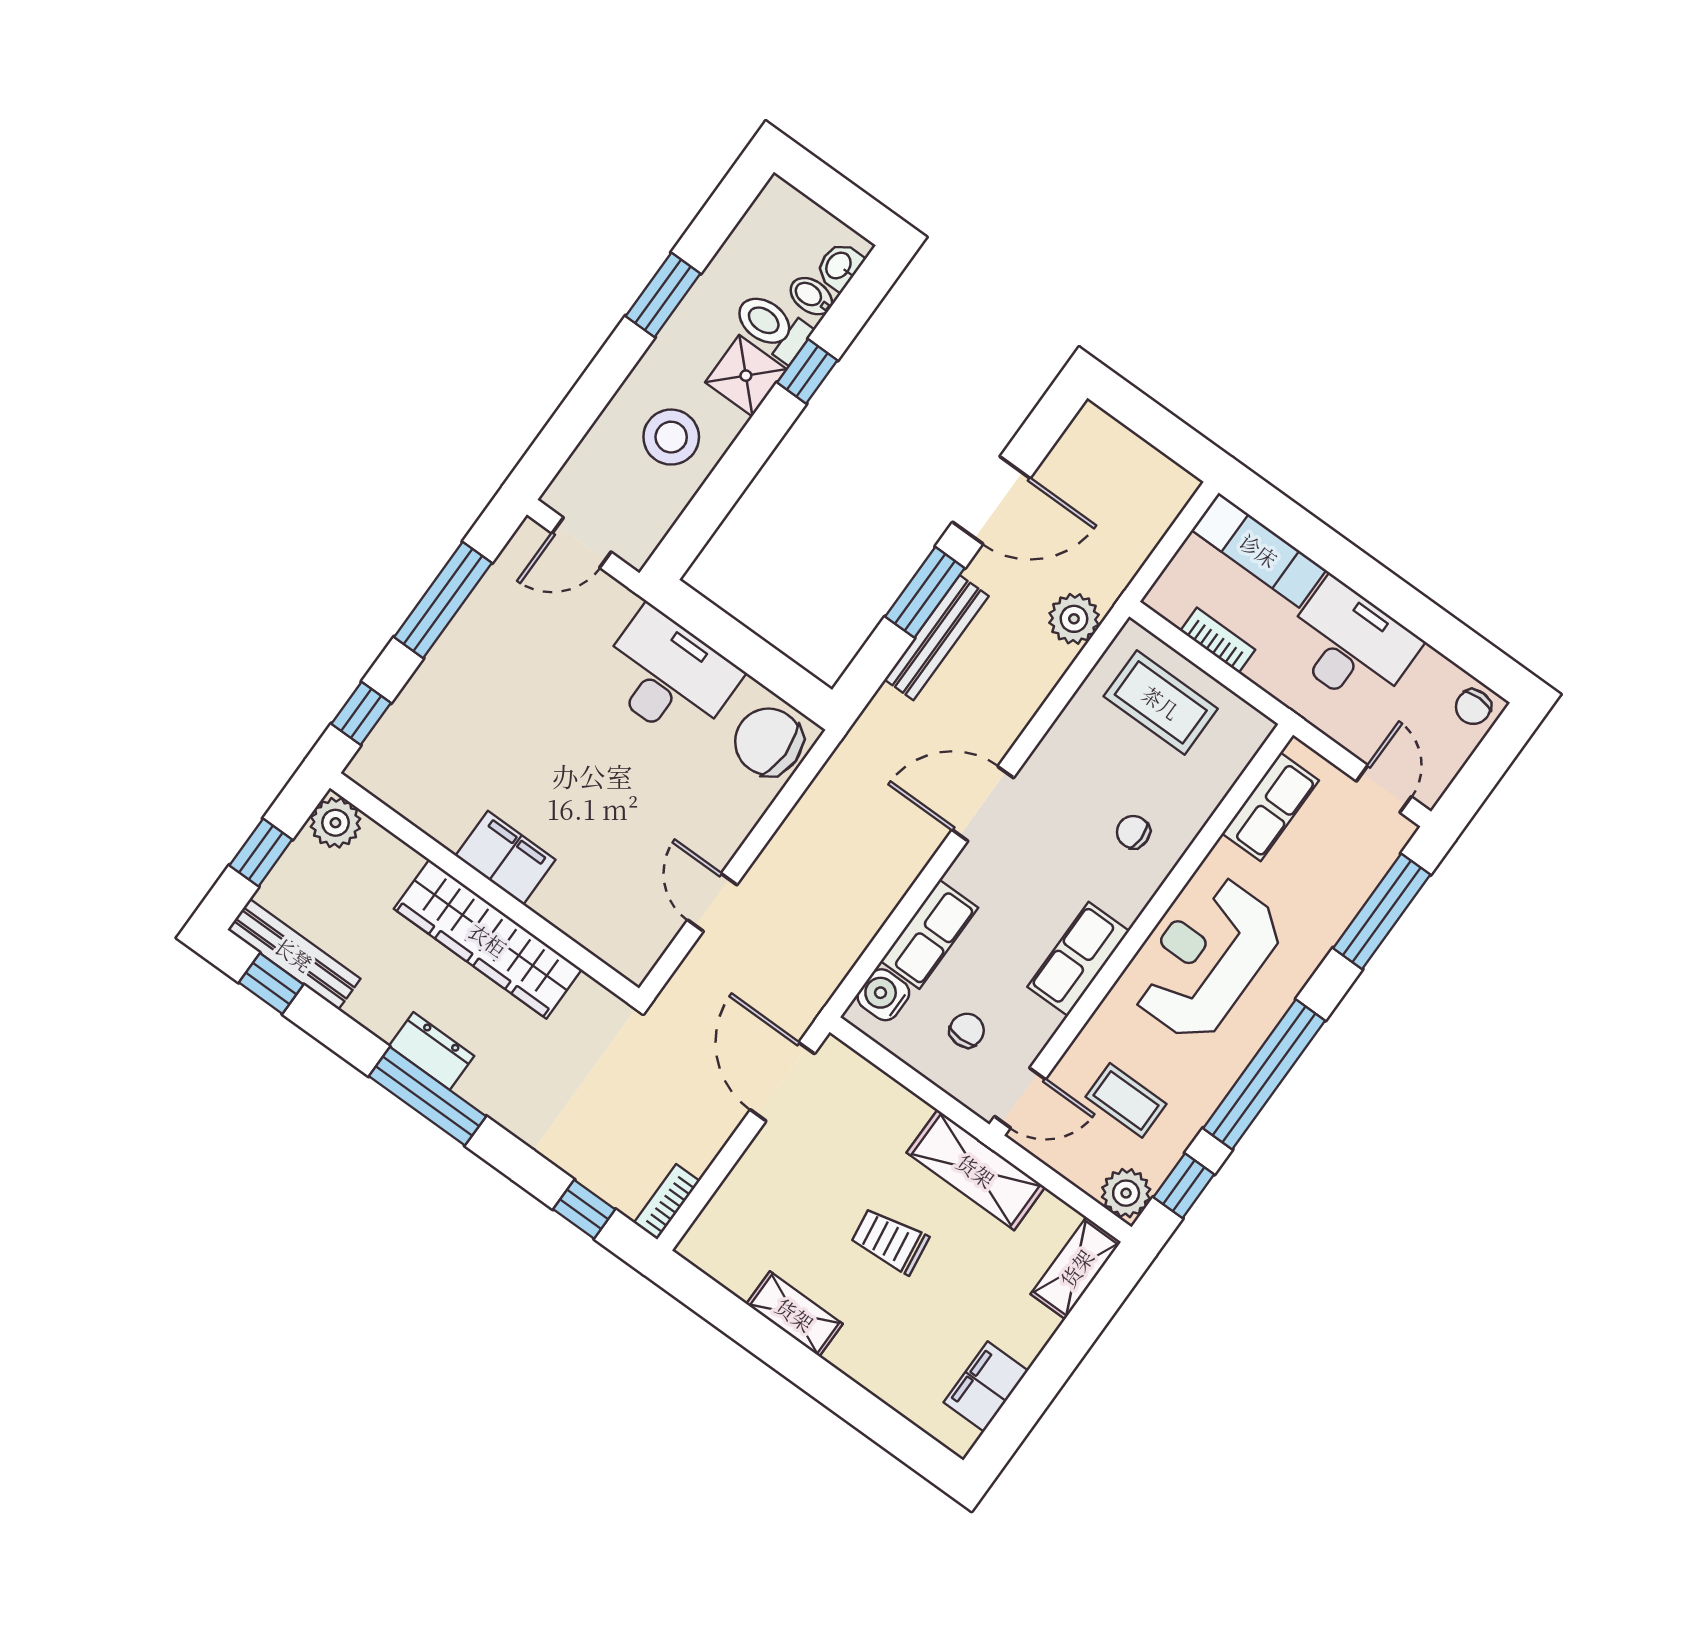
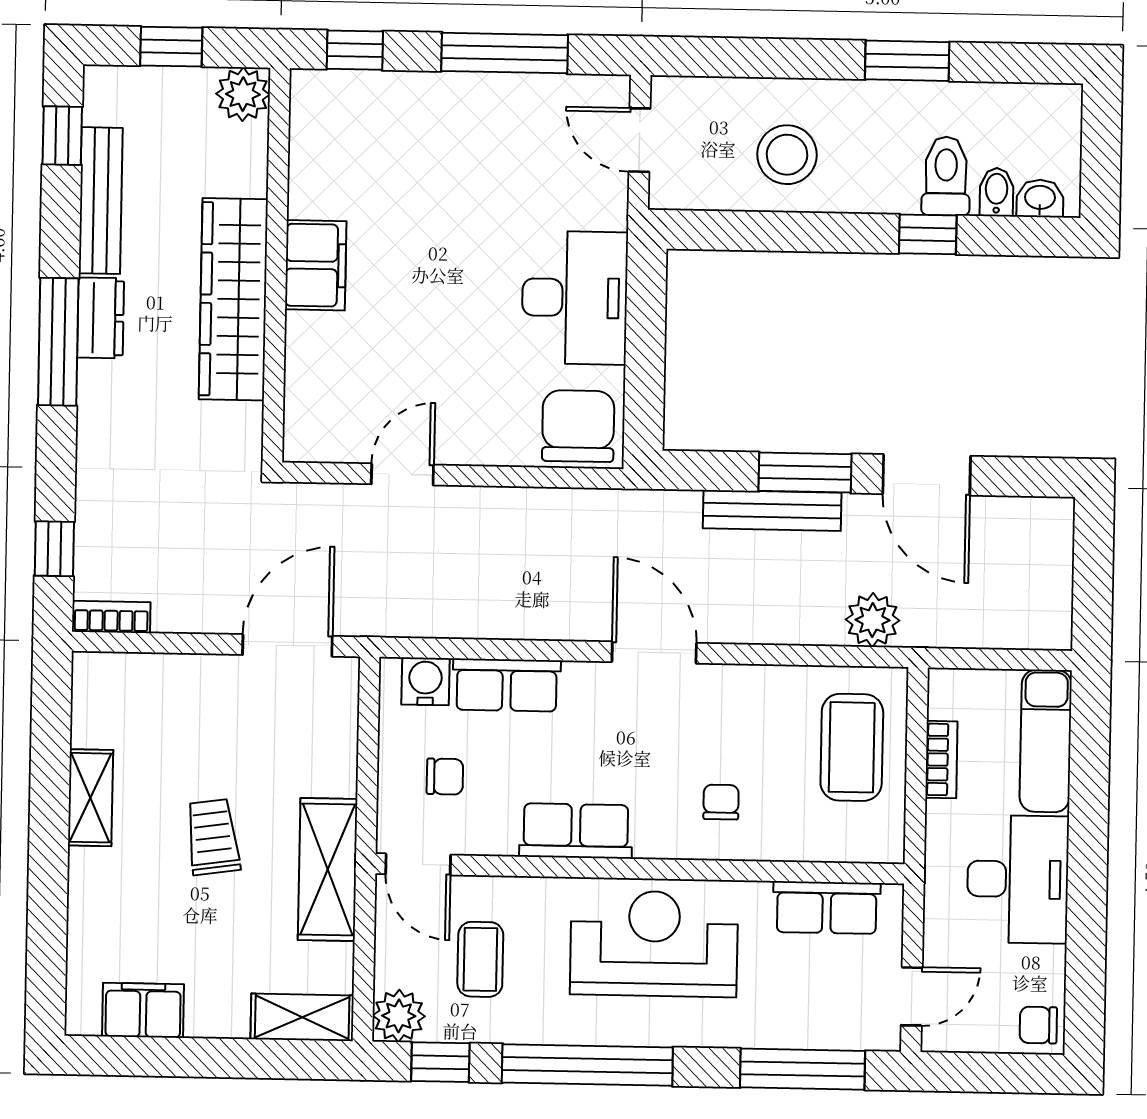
shower: (746, 376) -> (887, 183), removed
bench: (294, 954) -> (101, 201), moved

